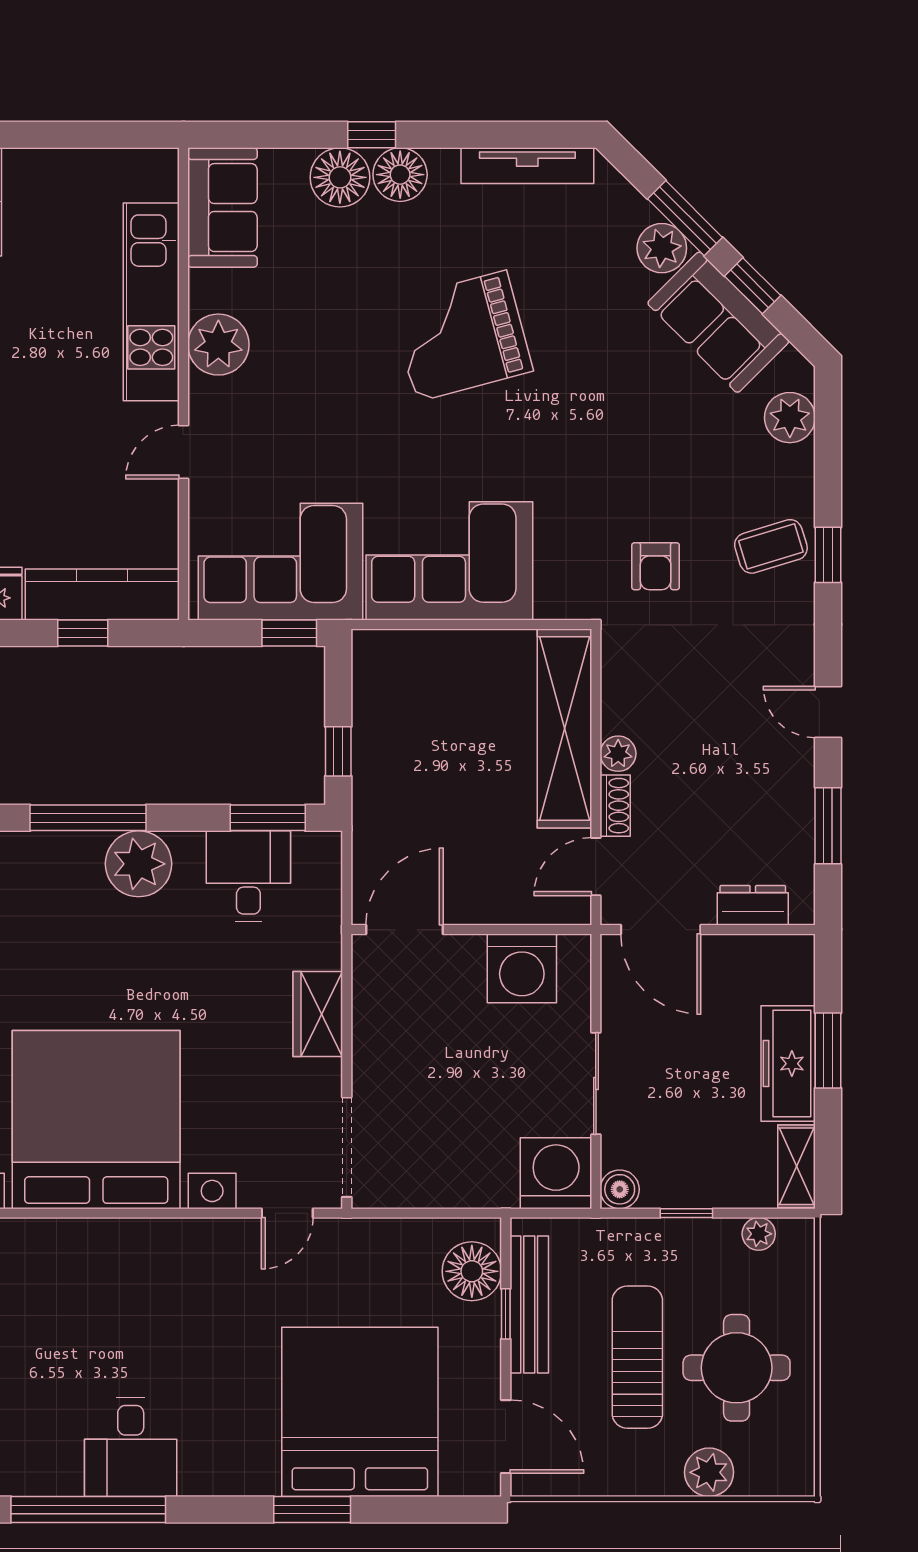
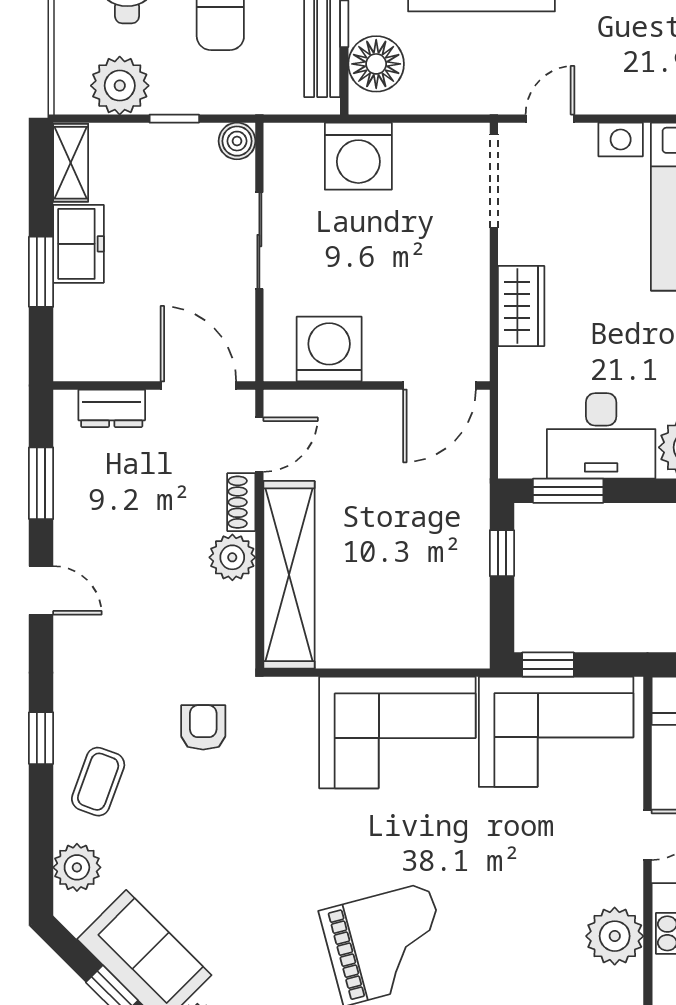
coffee table: (771, 546) -> (98, 782), moved, turned -53
plant: (618, 754) -> (232, 557), width x1.38, depth x1.38
desk: (248, 876) -> (601, 436), width x1.37
freezer: (788, 1064) -> (78, 244), width x0.71
washing machine: (556, 1173) -> (358, 156), moved
plant: (759, 1234) -> (120, 86), width x1.87, depth x1.87

